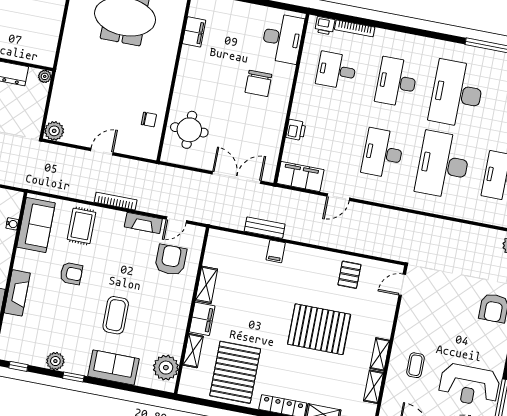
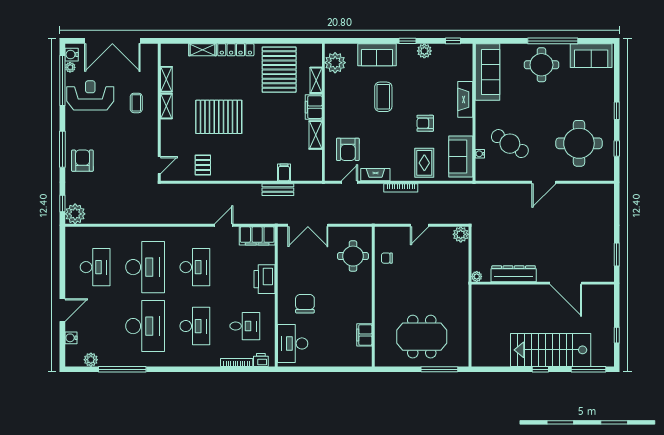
printer: (296, 130) -> (265, 279), width x1.87, depth x1.48
filing cabinet: (276, 251) -> (284, 172), moved

